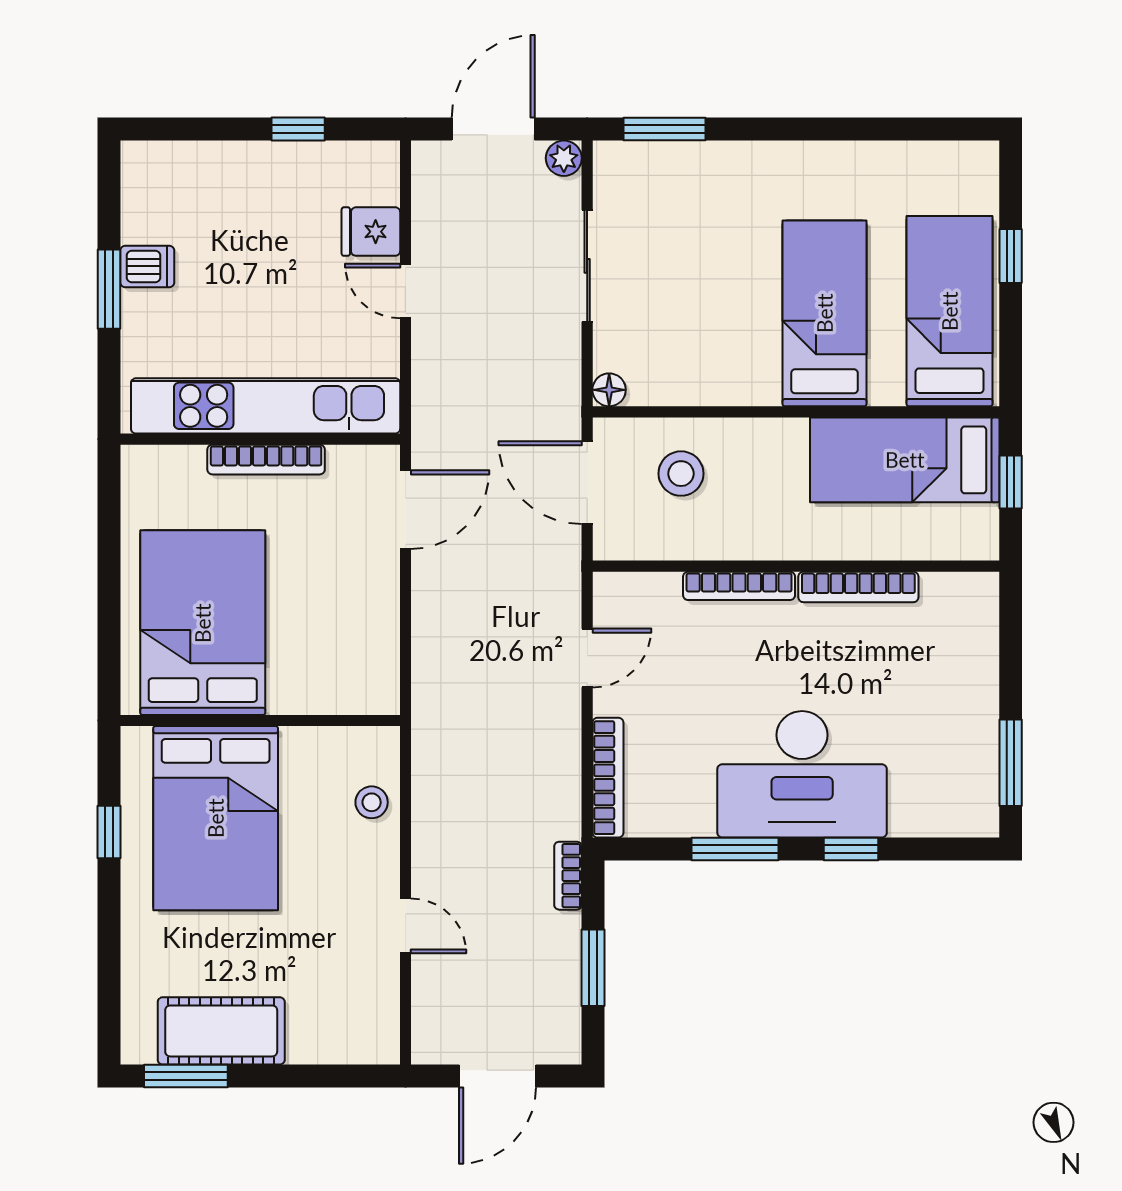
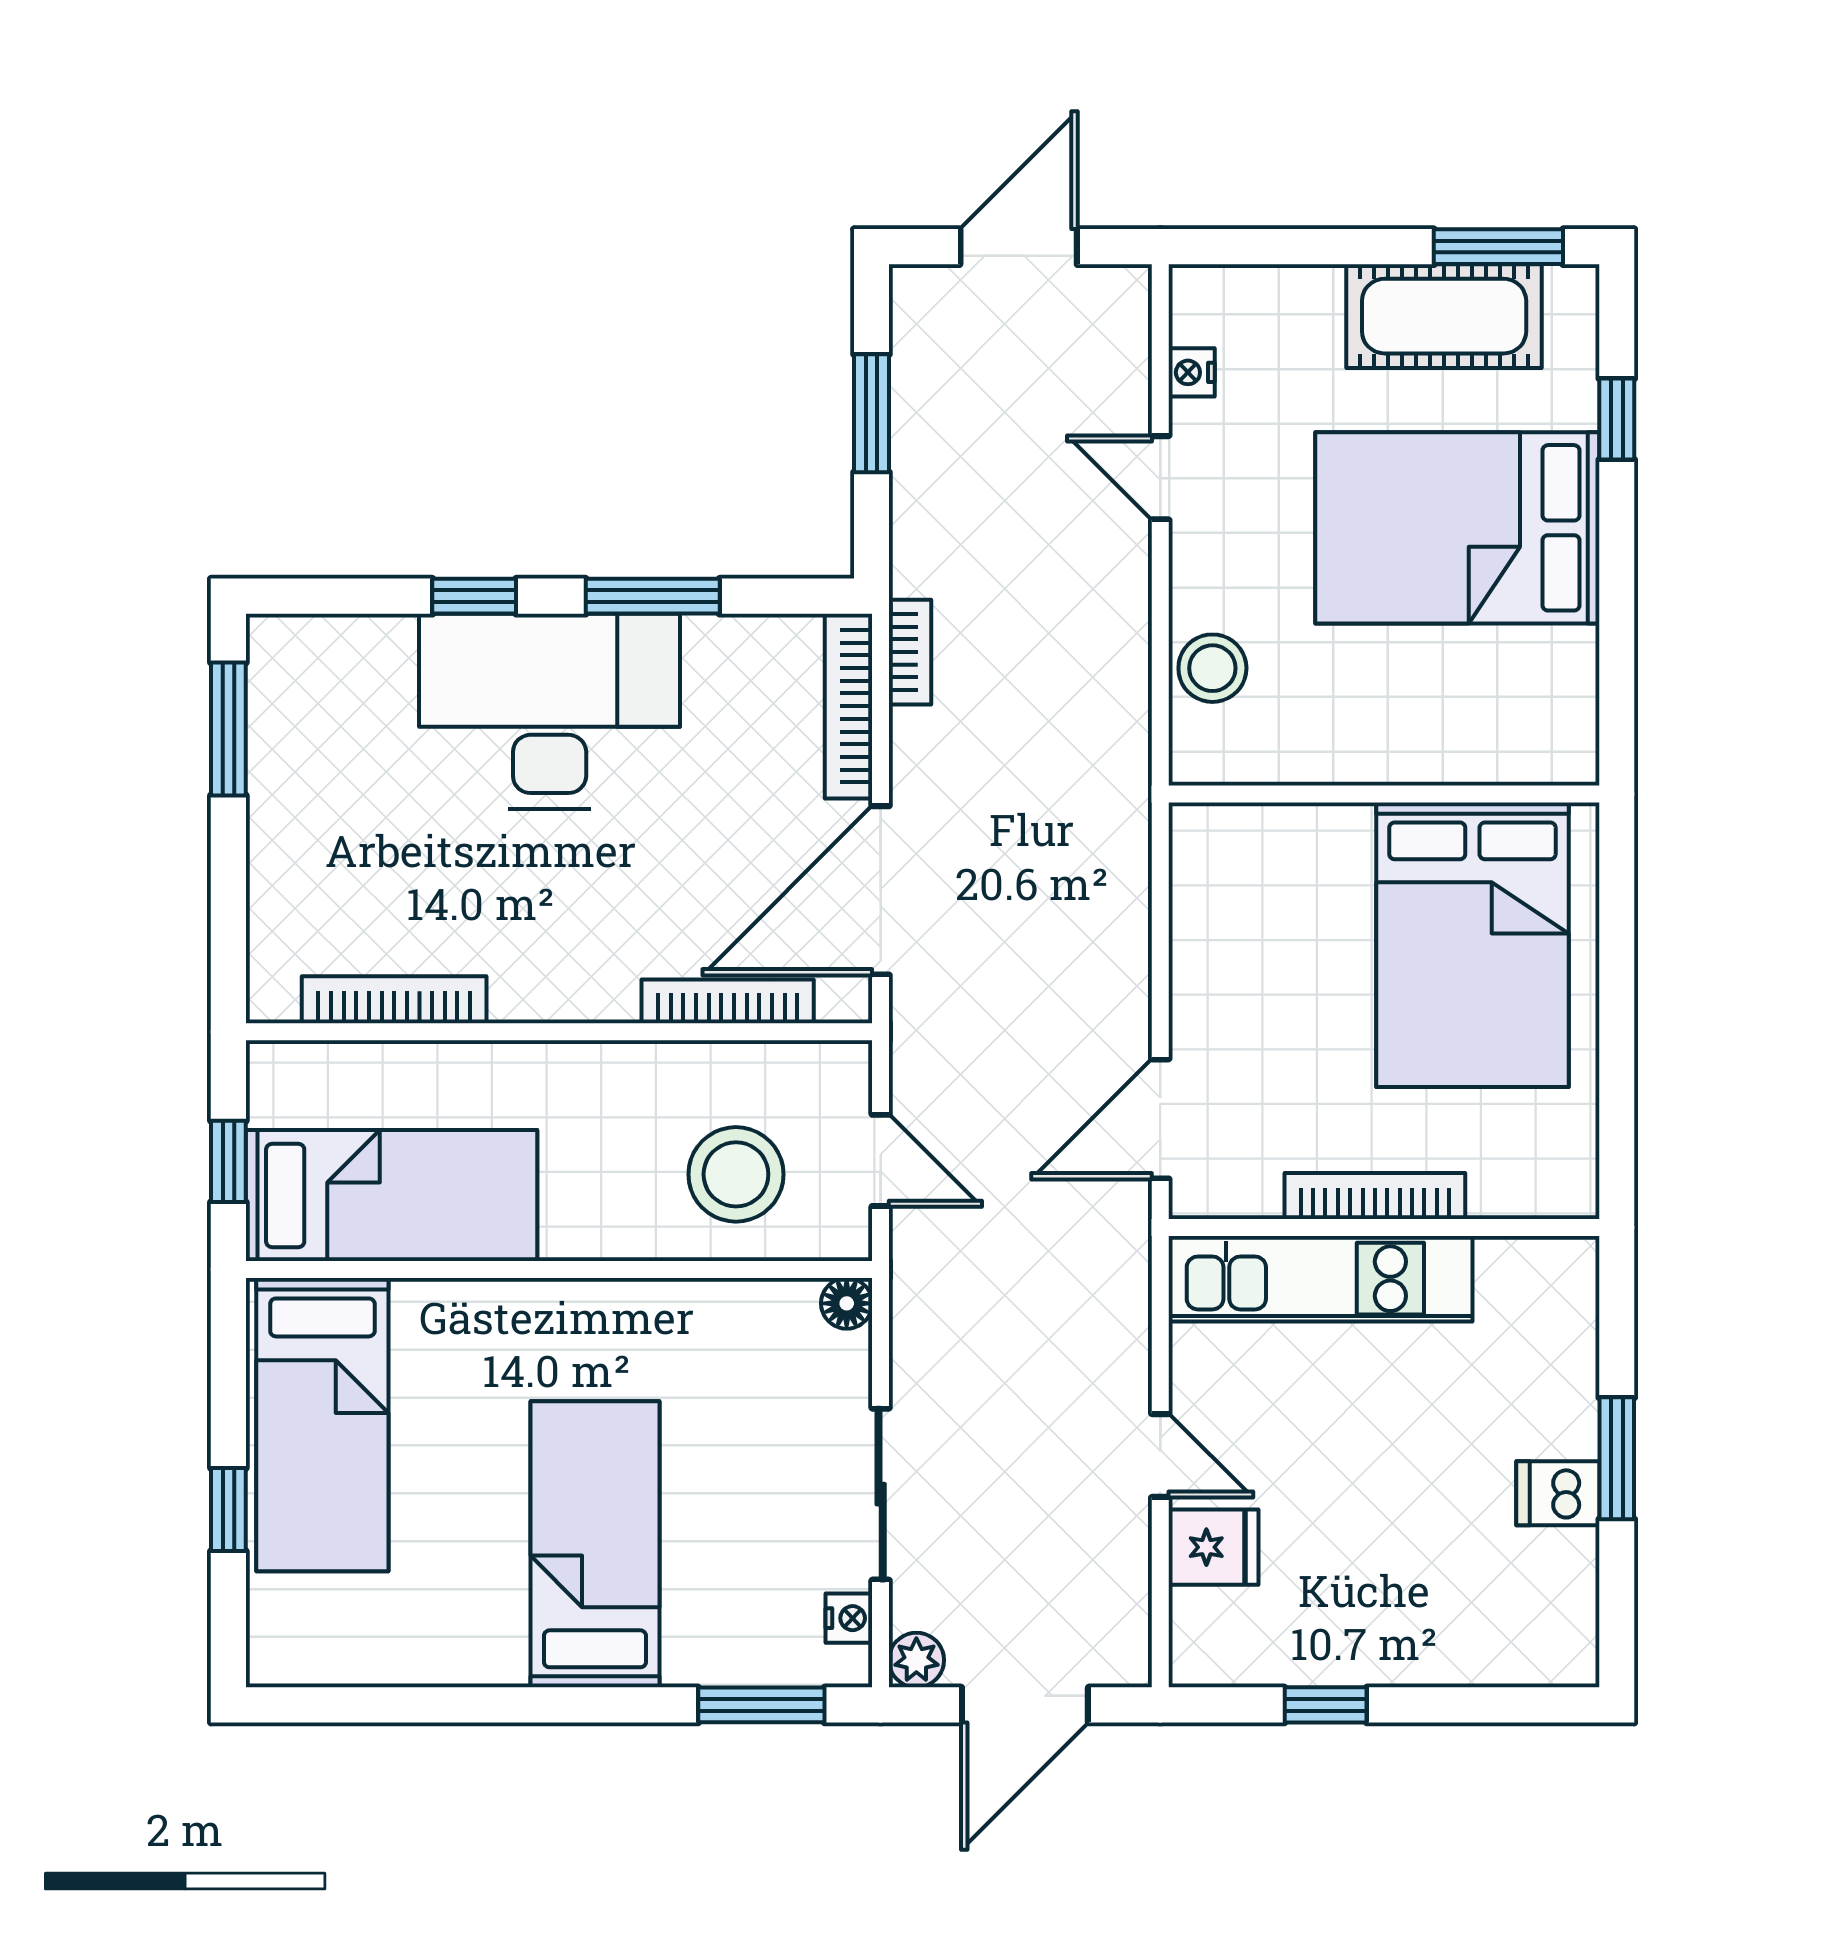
nightstand: (608, 185) -> (849, 1618), added
bed: (825, 313) -> (595, 1544), moved, turned 180
kitchen unit: (266, 406) -> (1321, 1279), width x0.73
stool: (681, 474) -> (736, 1174), width x1.38, depth x1.38
door: (587, 483) -> (881, 1160), width x0.73
bookcase: (739, 586) -> (728, 1001), moved
bookcase: (858, 587) -> (394, 1000), moved
door: (587, 658) -> (881, 890), width x1.88
stool: (372, 802) -> (1212, 668), width x1.37, depth x1.37
bed: (216, 818) -> (1457, 528), moved, turned -90
window: (109, 832) -> (1617, 419), moved
bookcase: (568, 876) -> (910, 652), moved
nightstand: (385, 994) -> (1192, 372), added

